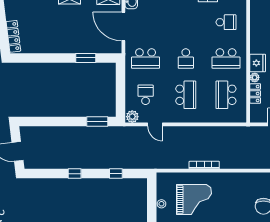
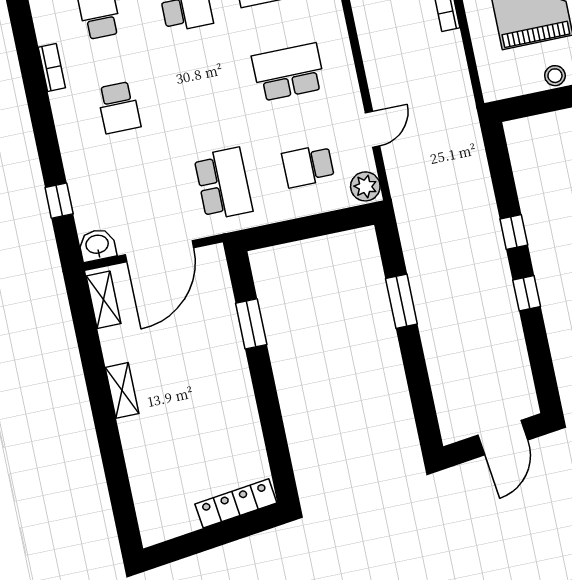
school desk: (186, 59) -> (119, 108), moved, turned 90
window: (97, 122) -> (401, 301), moved
window: (116, 174) -> (514, 232), moved

